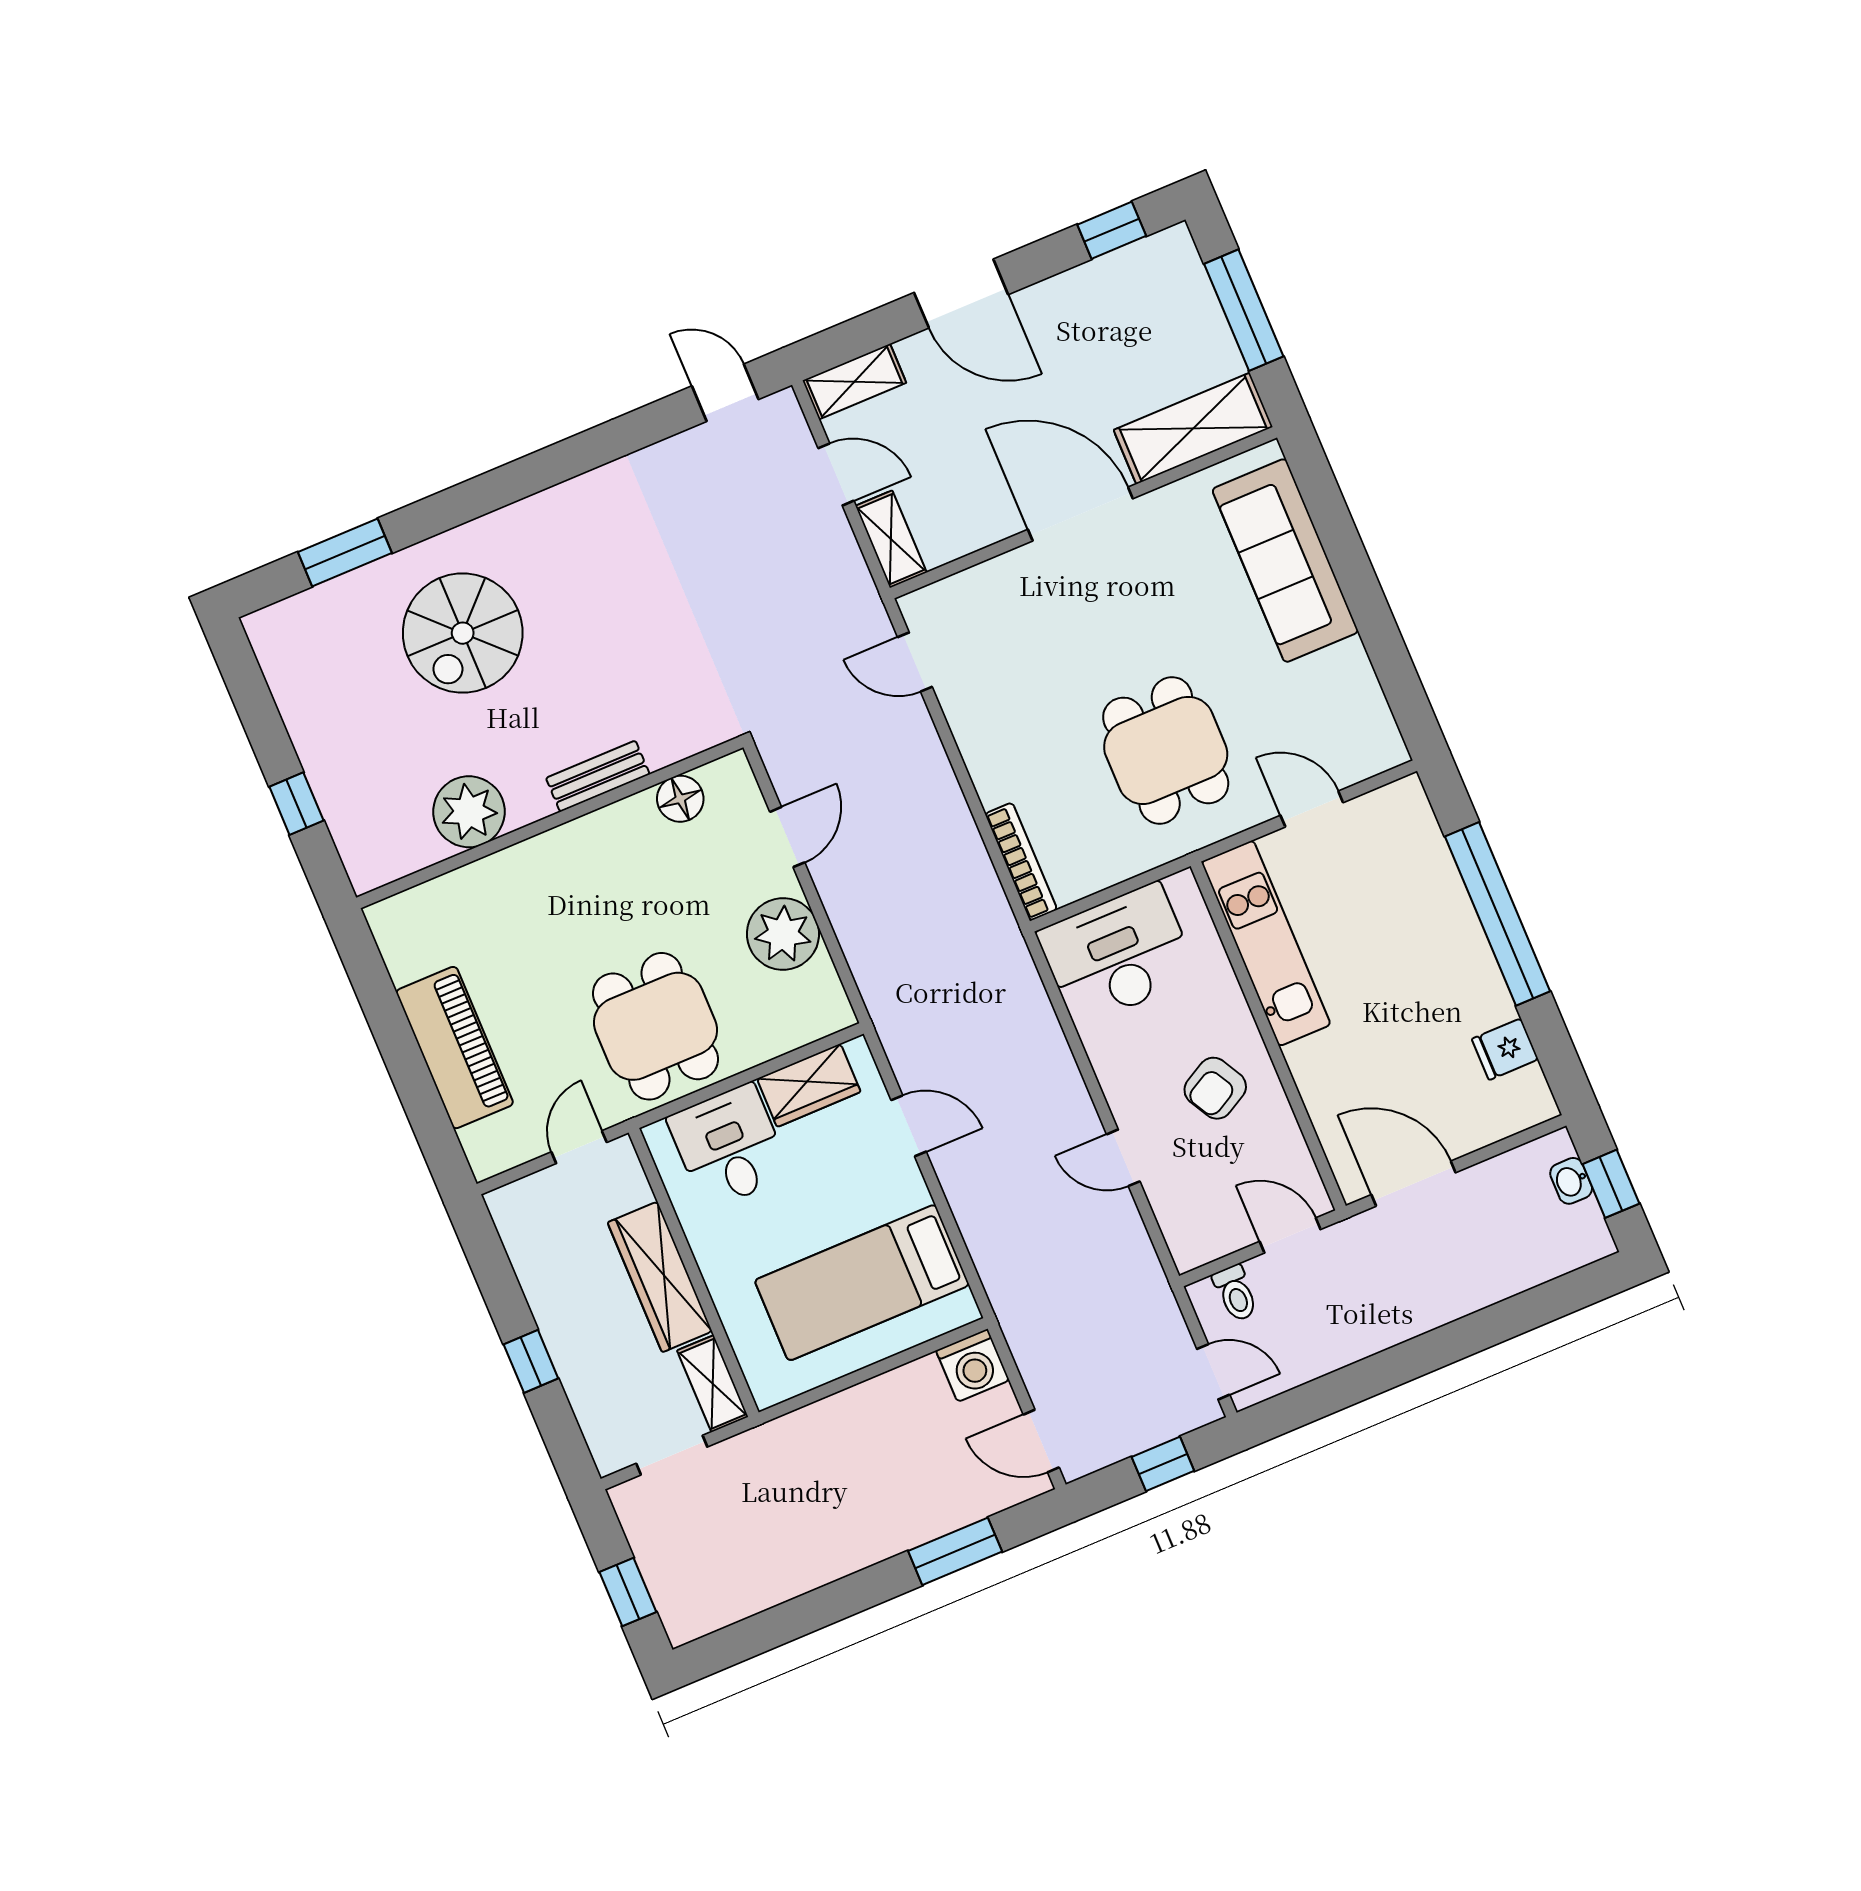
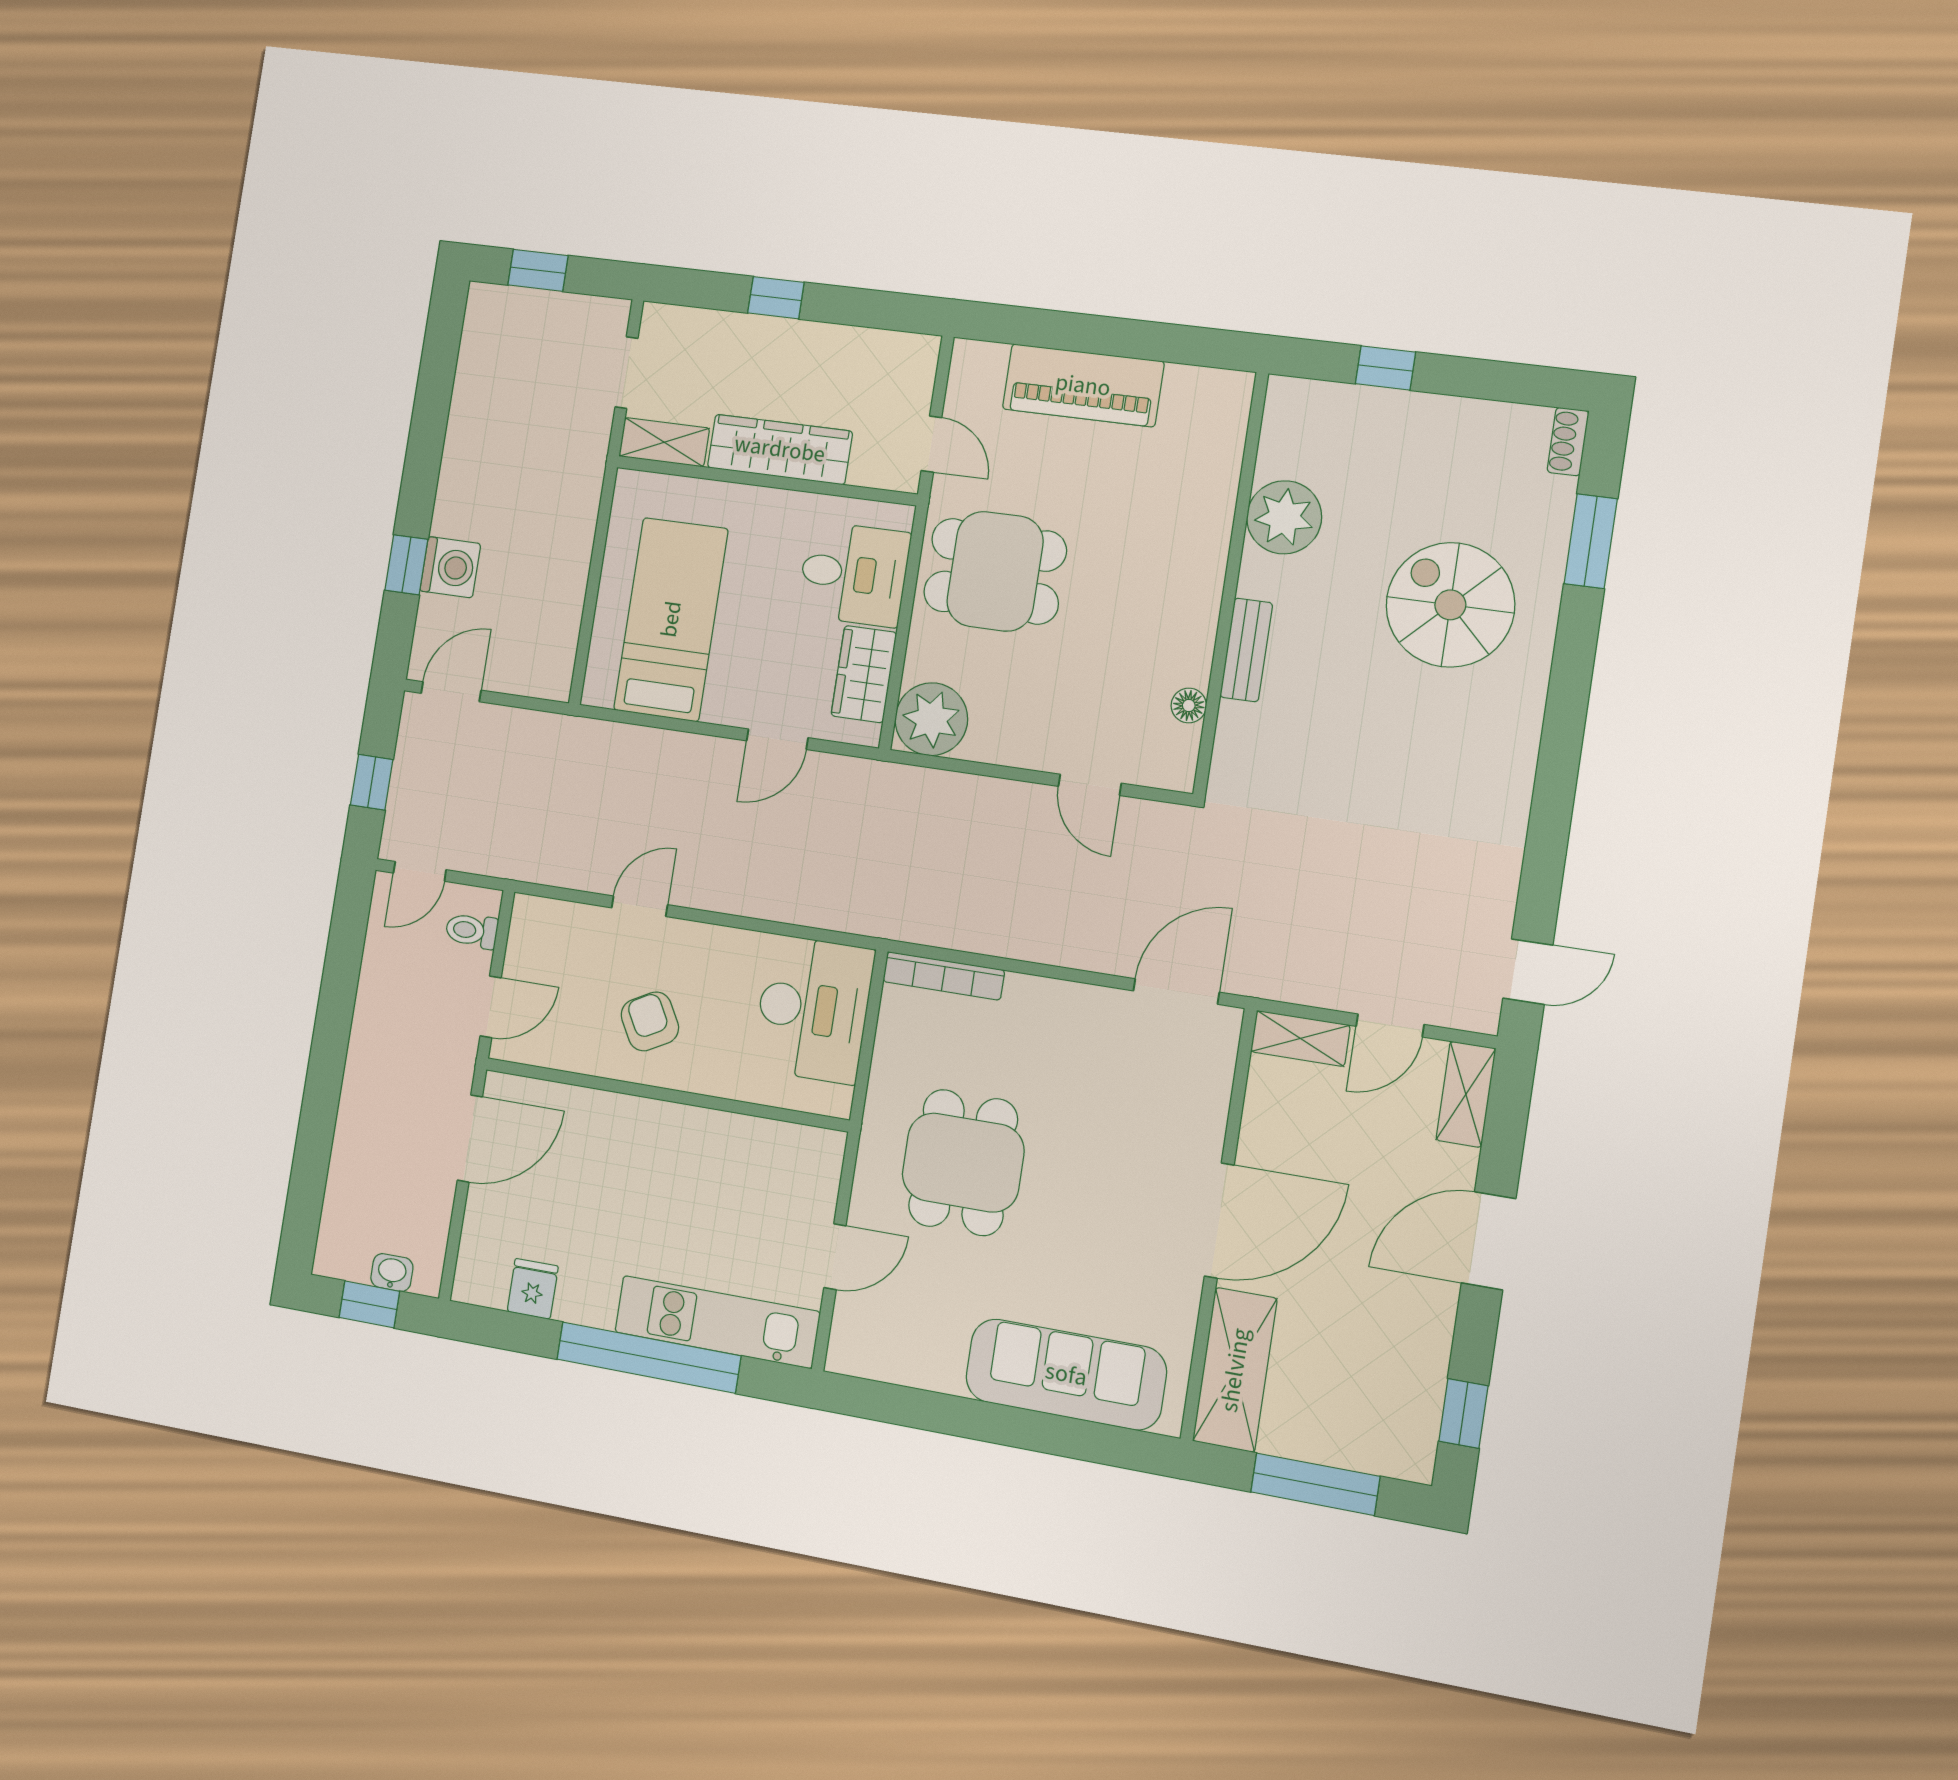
shoe rack: (273, 619) -> (1568, 442), added
door: (915, 662) -> (1176, 991), width x1.38
dining table: (1166, 750) -> (963, 1163), turned 90
floor lamp: (680, 799) -> (1189, 705), width x0.73, depth x0.73
plant: (783, 934) -> (931, 719), moved
kitchen unit: (1266, 943) -> (717, 1322), moved, turned 180
washing machine: (973, 1365) -> (450, 567), moved, turned 180
window: (955, 1551) -> (406, 565), width x0.67

